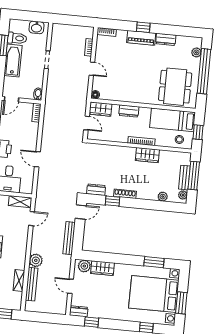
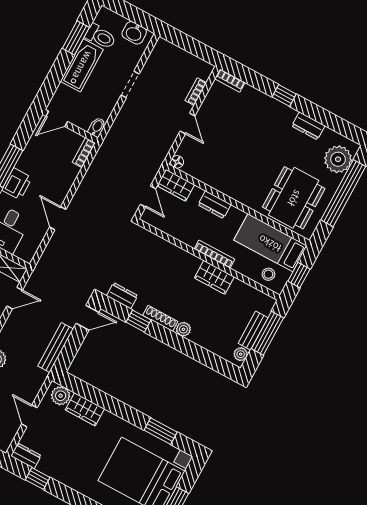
piano: (141, 38) -> (275, 109), removed
plant: (196, 52) -> (338, 159), width x1.88, depth x1.88
plant: (163, 197) -> (183, 329), moved

